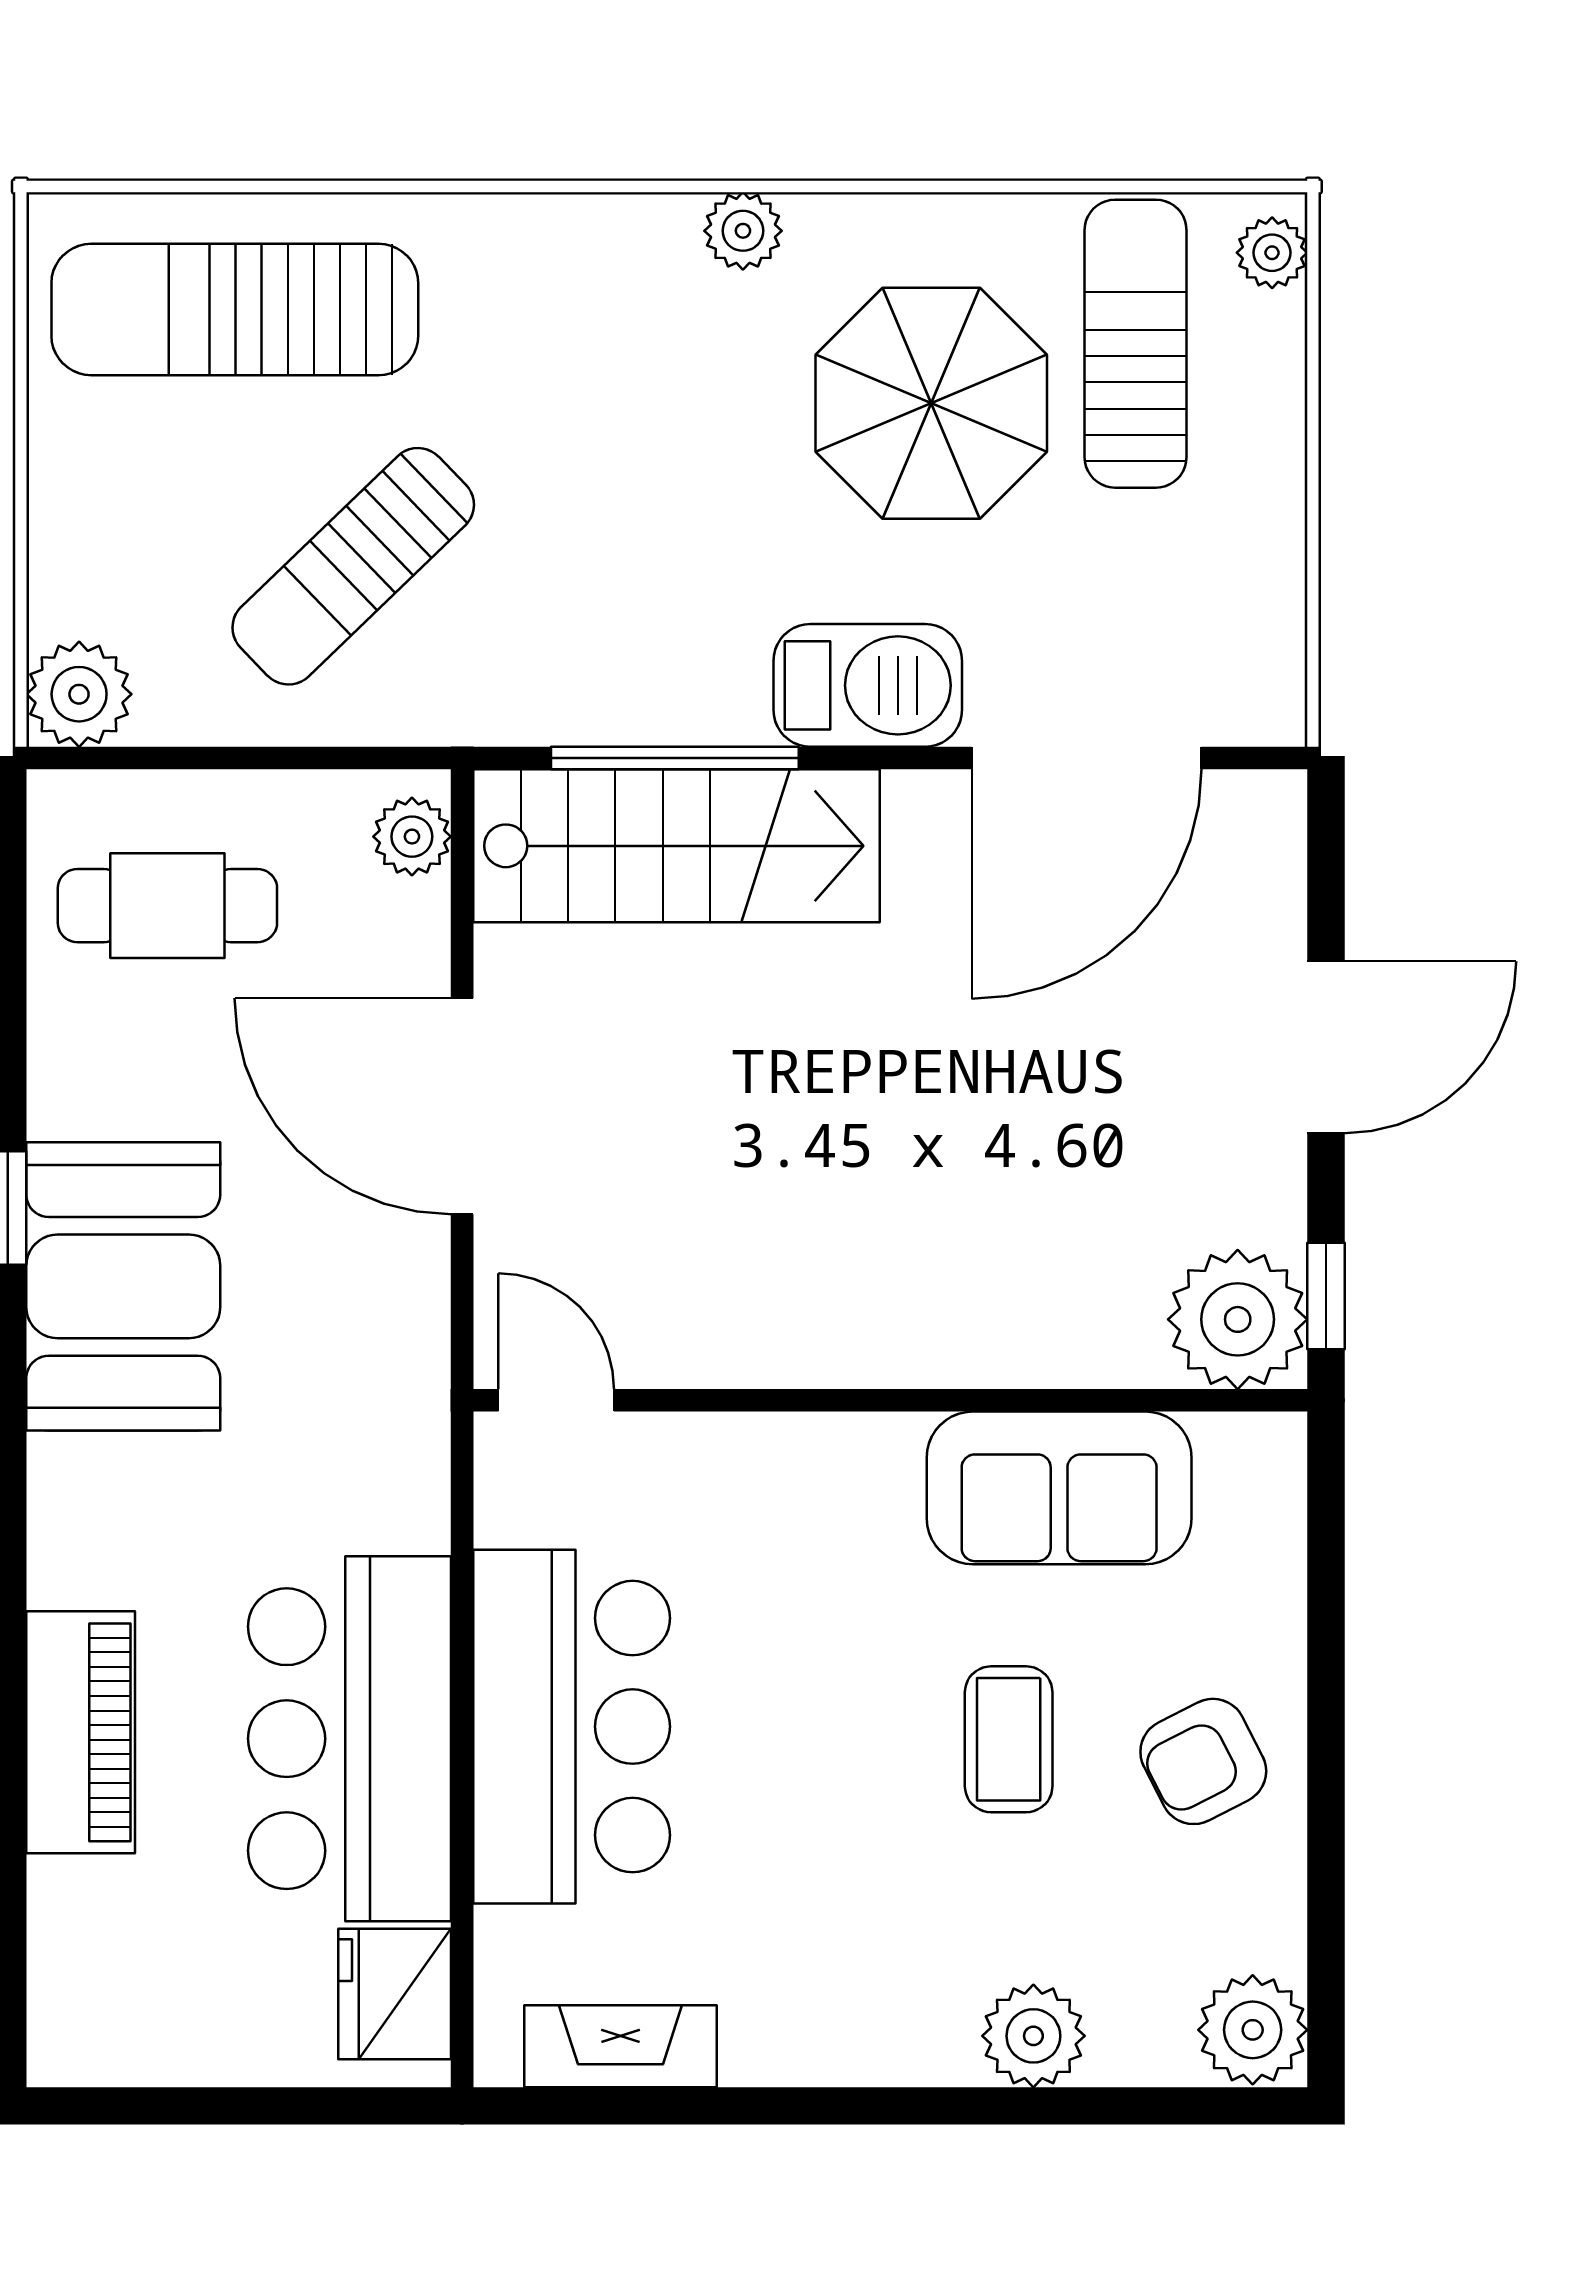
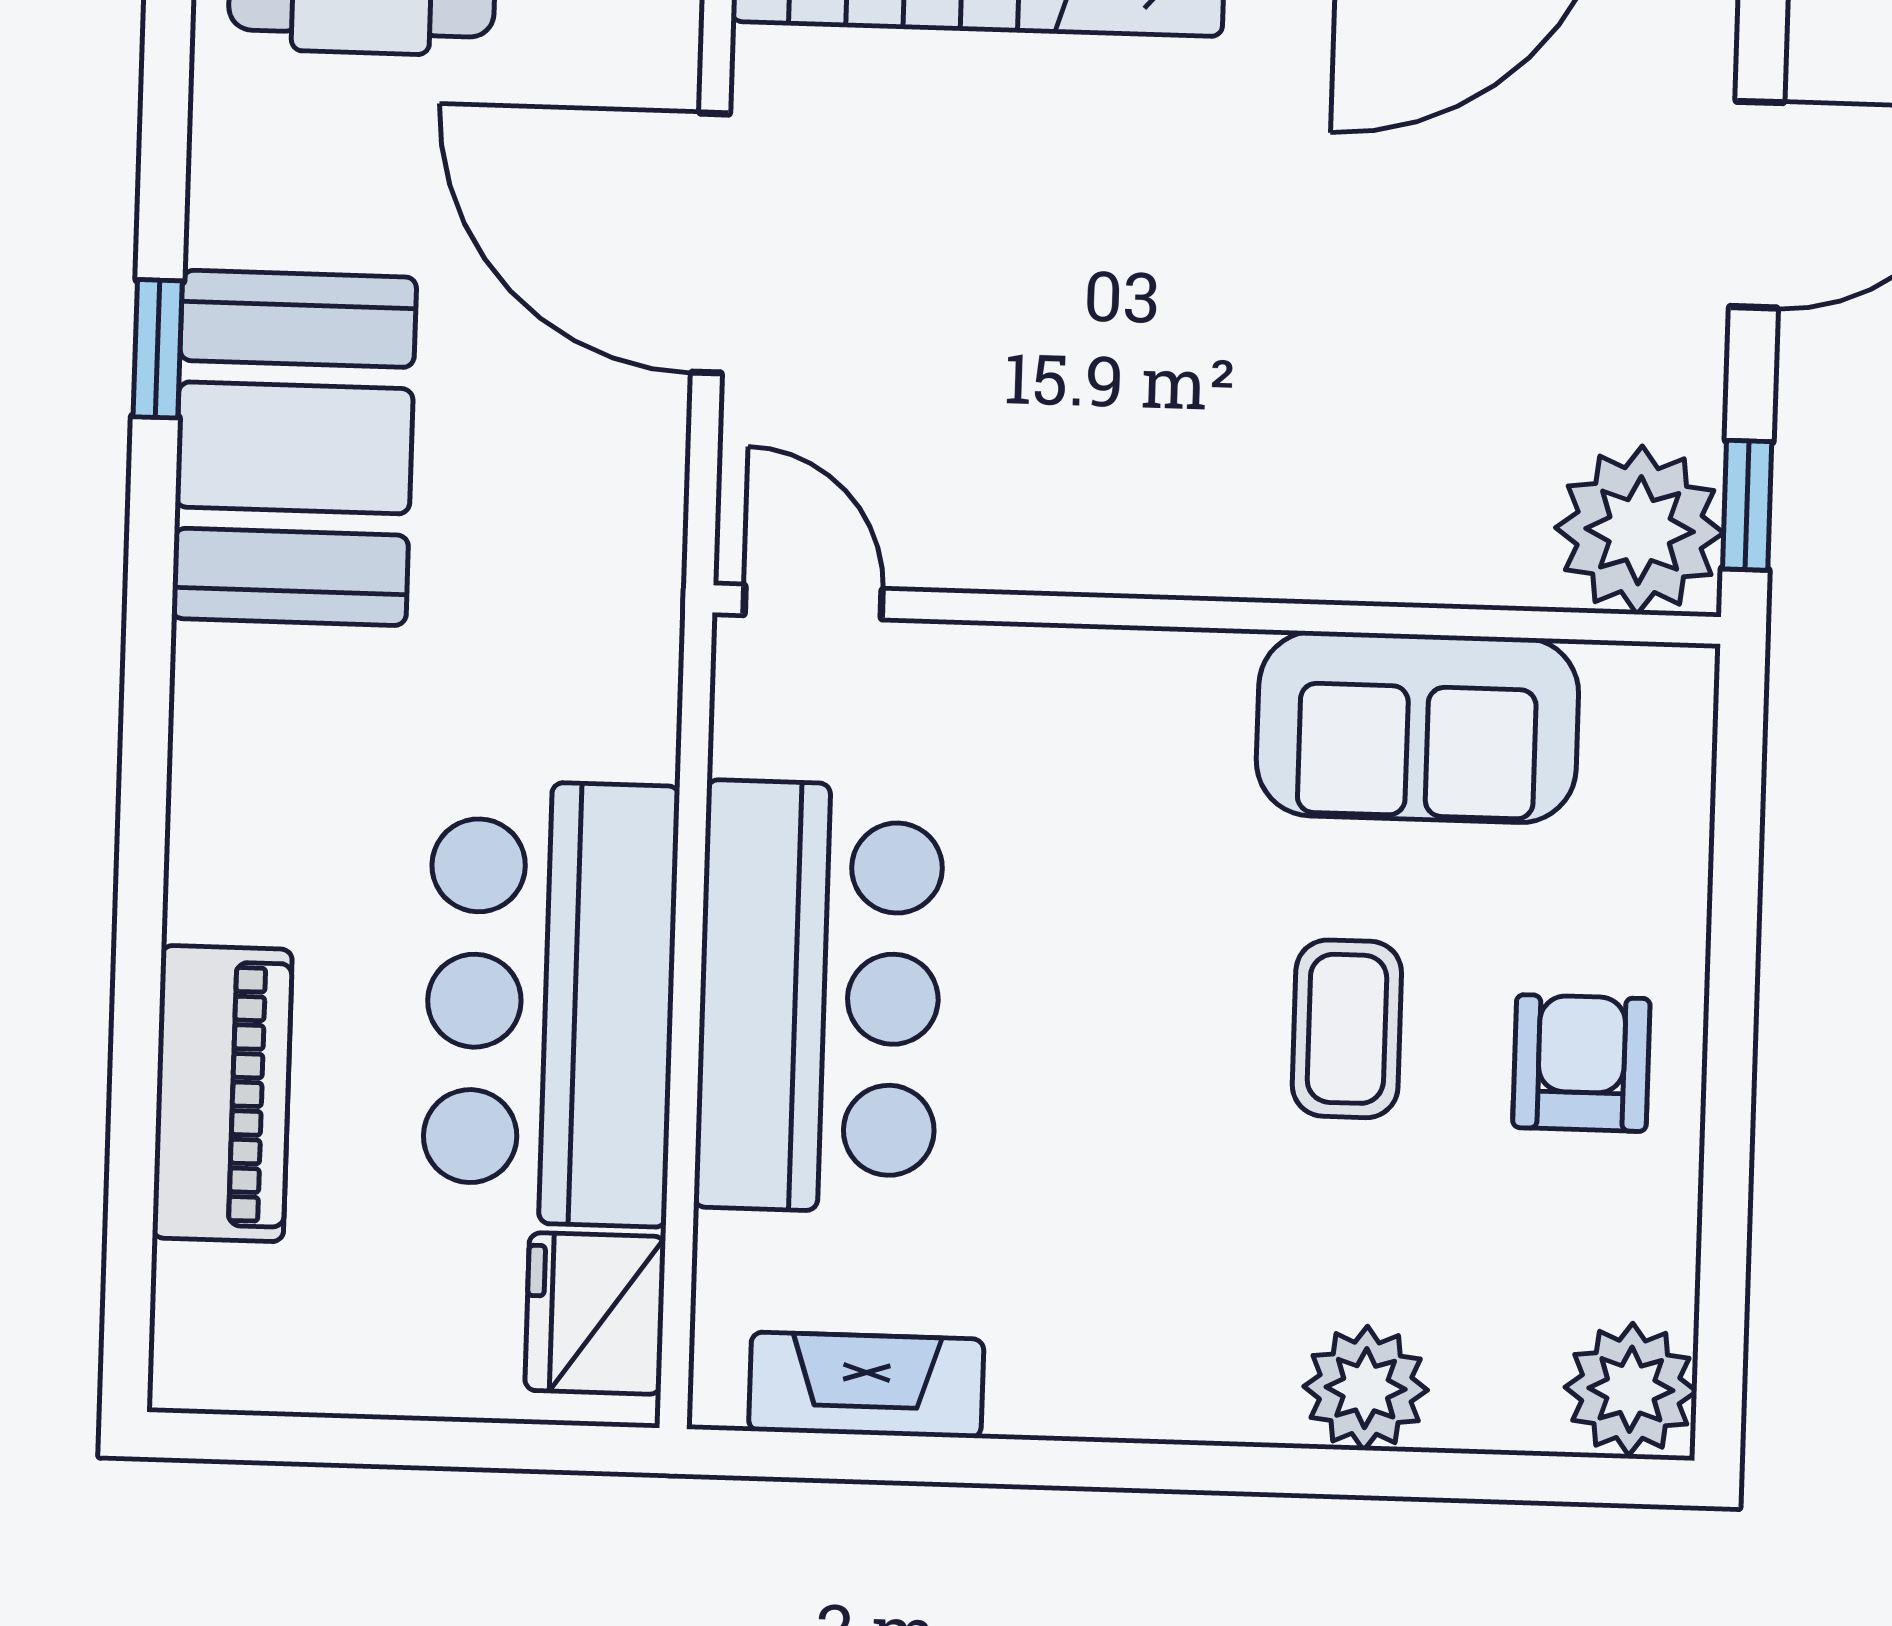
piano: (81, 1732) -> (222, 1094), moved
armchair: (1203, 1761) -> (1581, 1063), turned 117

